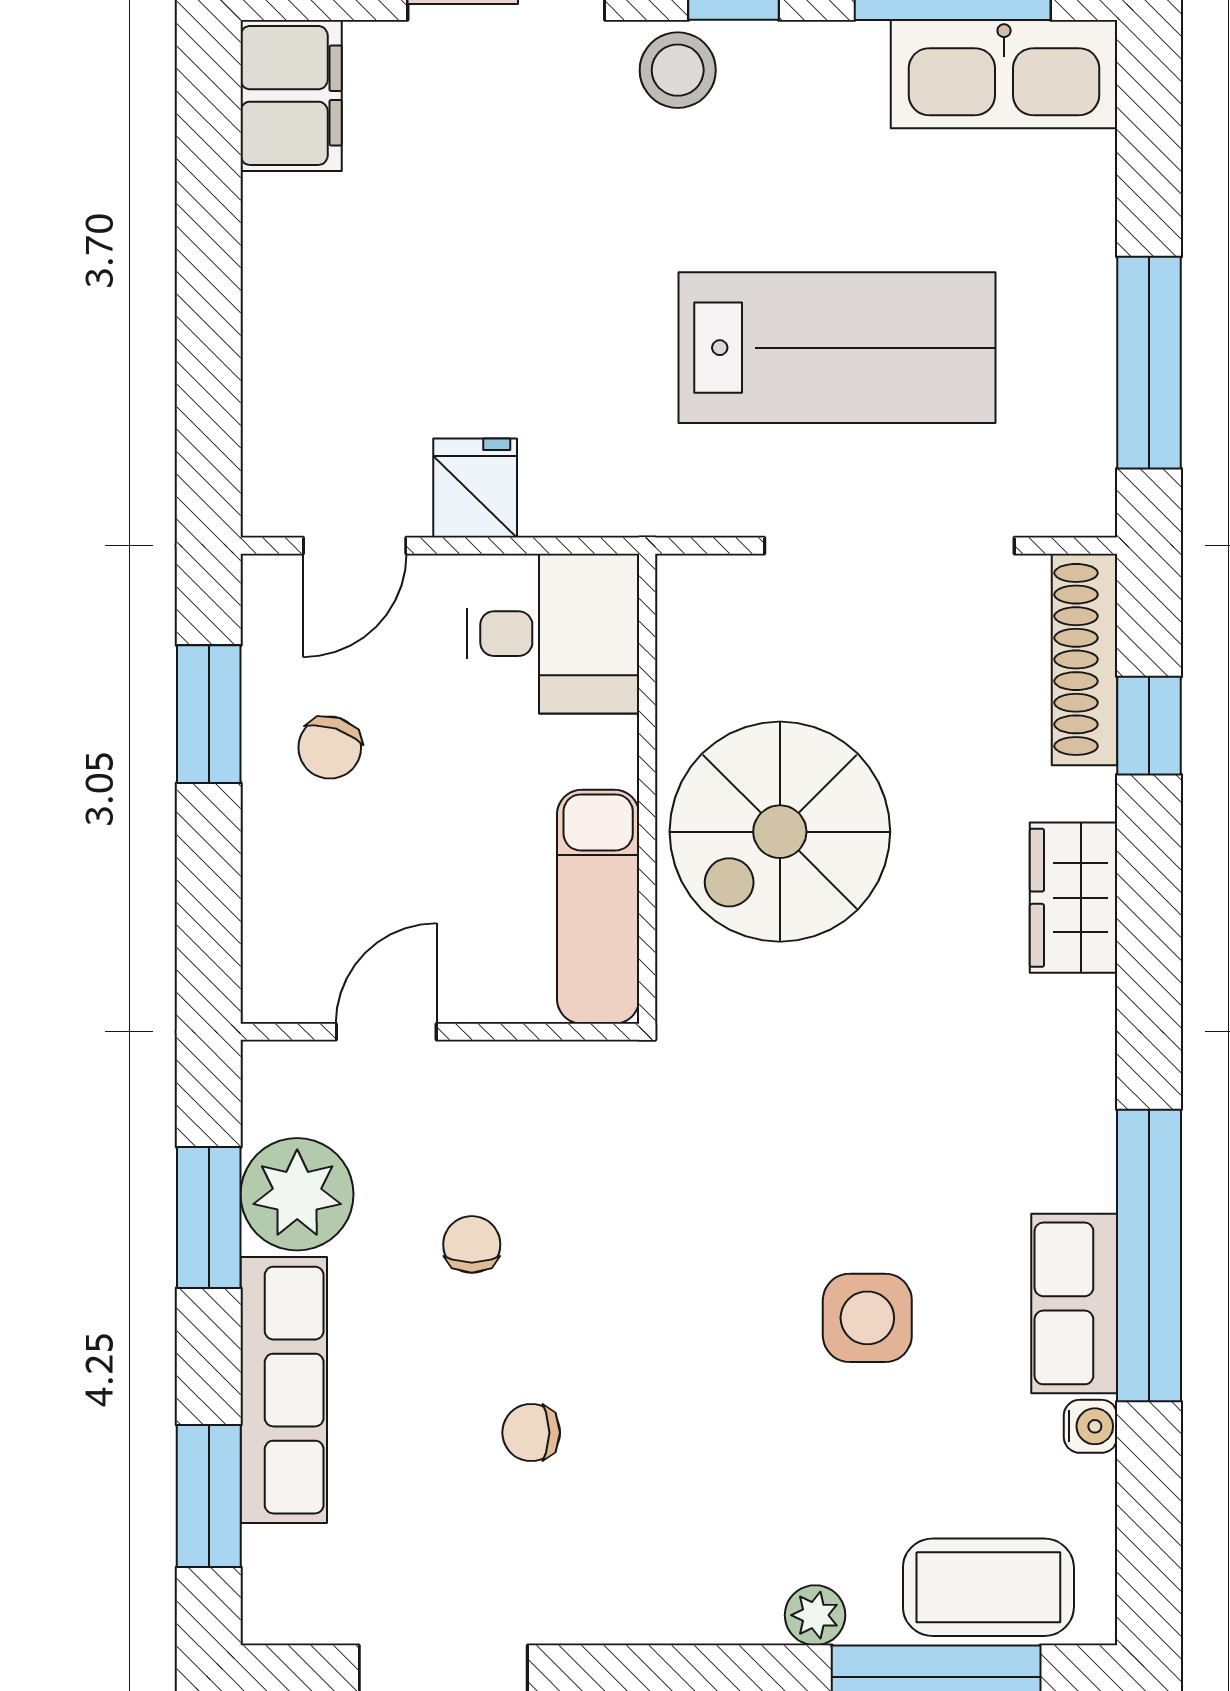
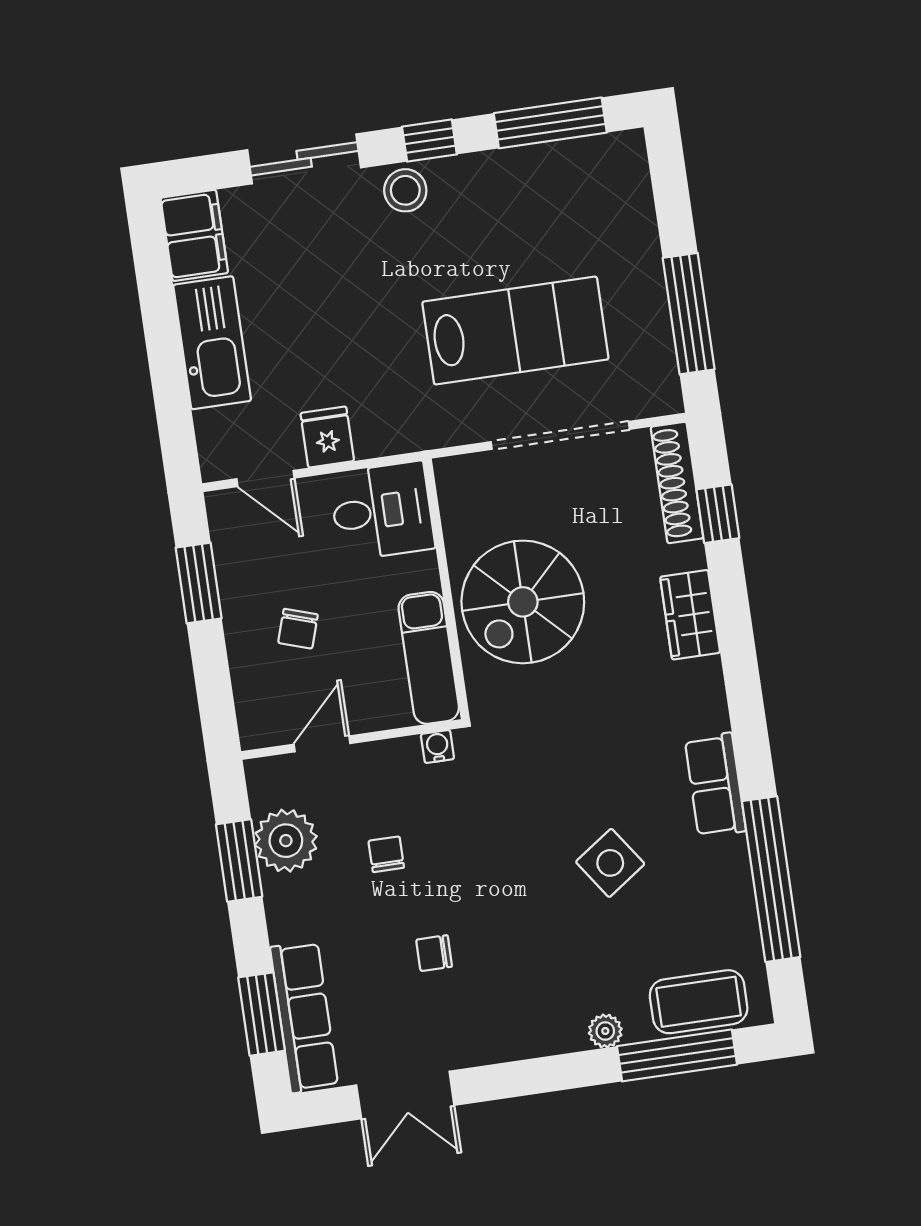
kitchen sink: (1004, 74) -> (212, 343), moved, turned -90
door: (355, 546) -> (265, 478), hinge flipped
chair: (330, 748) -> (298, 629), moved
window: (1149, 1256) -> (771, 879), moved
row of seats: (1074, 1303) -> (715, 785), moved
side table: (867, 1318) -> (610, 863), turned -35
row of seats: (284, 1390) -> (304, 1017), moved
water cooler: (1091, 1426) -> (437, 746), moved, turned -90

